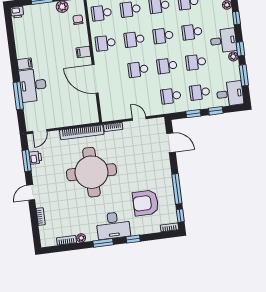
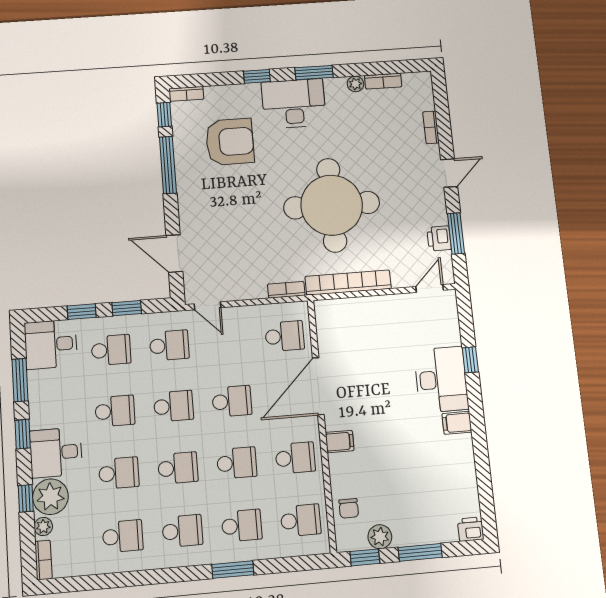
plant: (233, 56) -> (50, 497), moved, width x1.87, depth x1.87
door: (95, 79) -> (318, 386), swing flipped
window: (18, 96) -> (470, 360), width x0.46
school desk: (113, 103) -> (285, 336), added
door: (139, 119) -> (208, 306), moved

